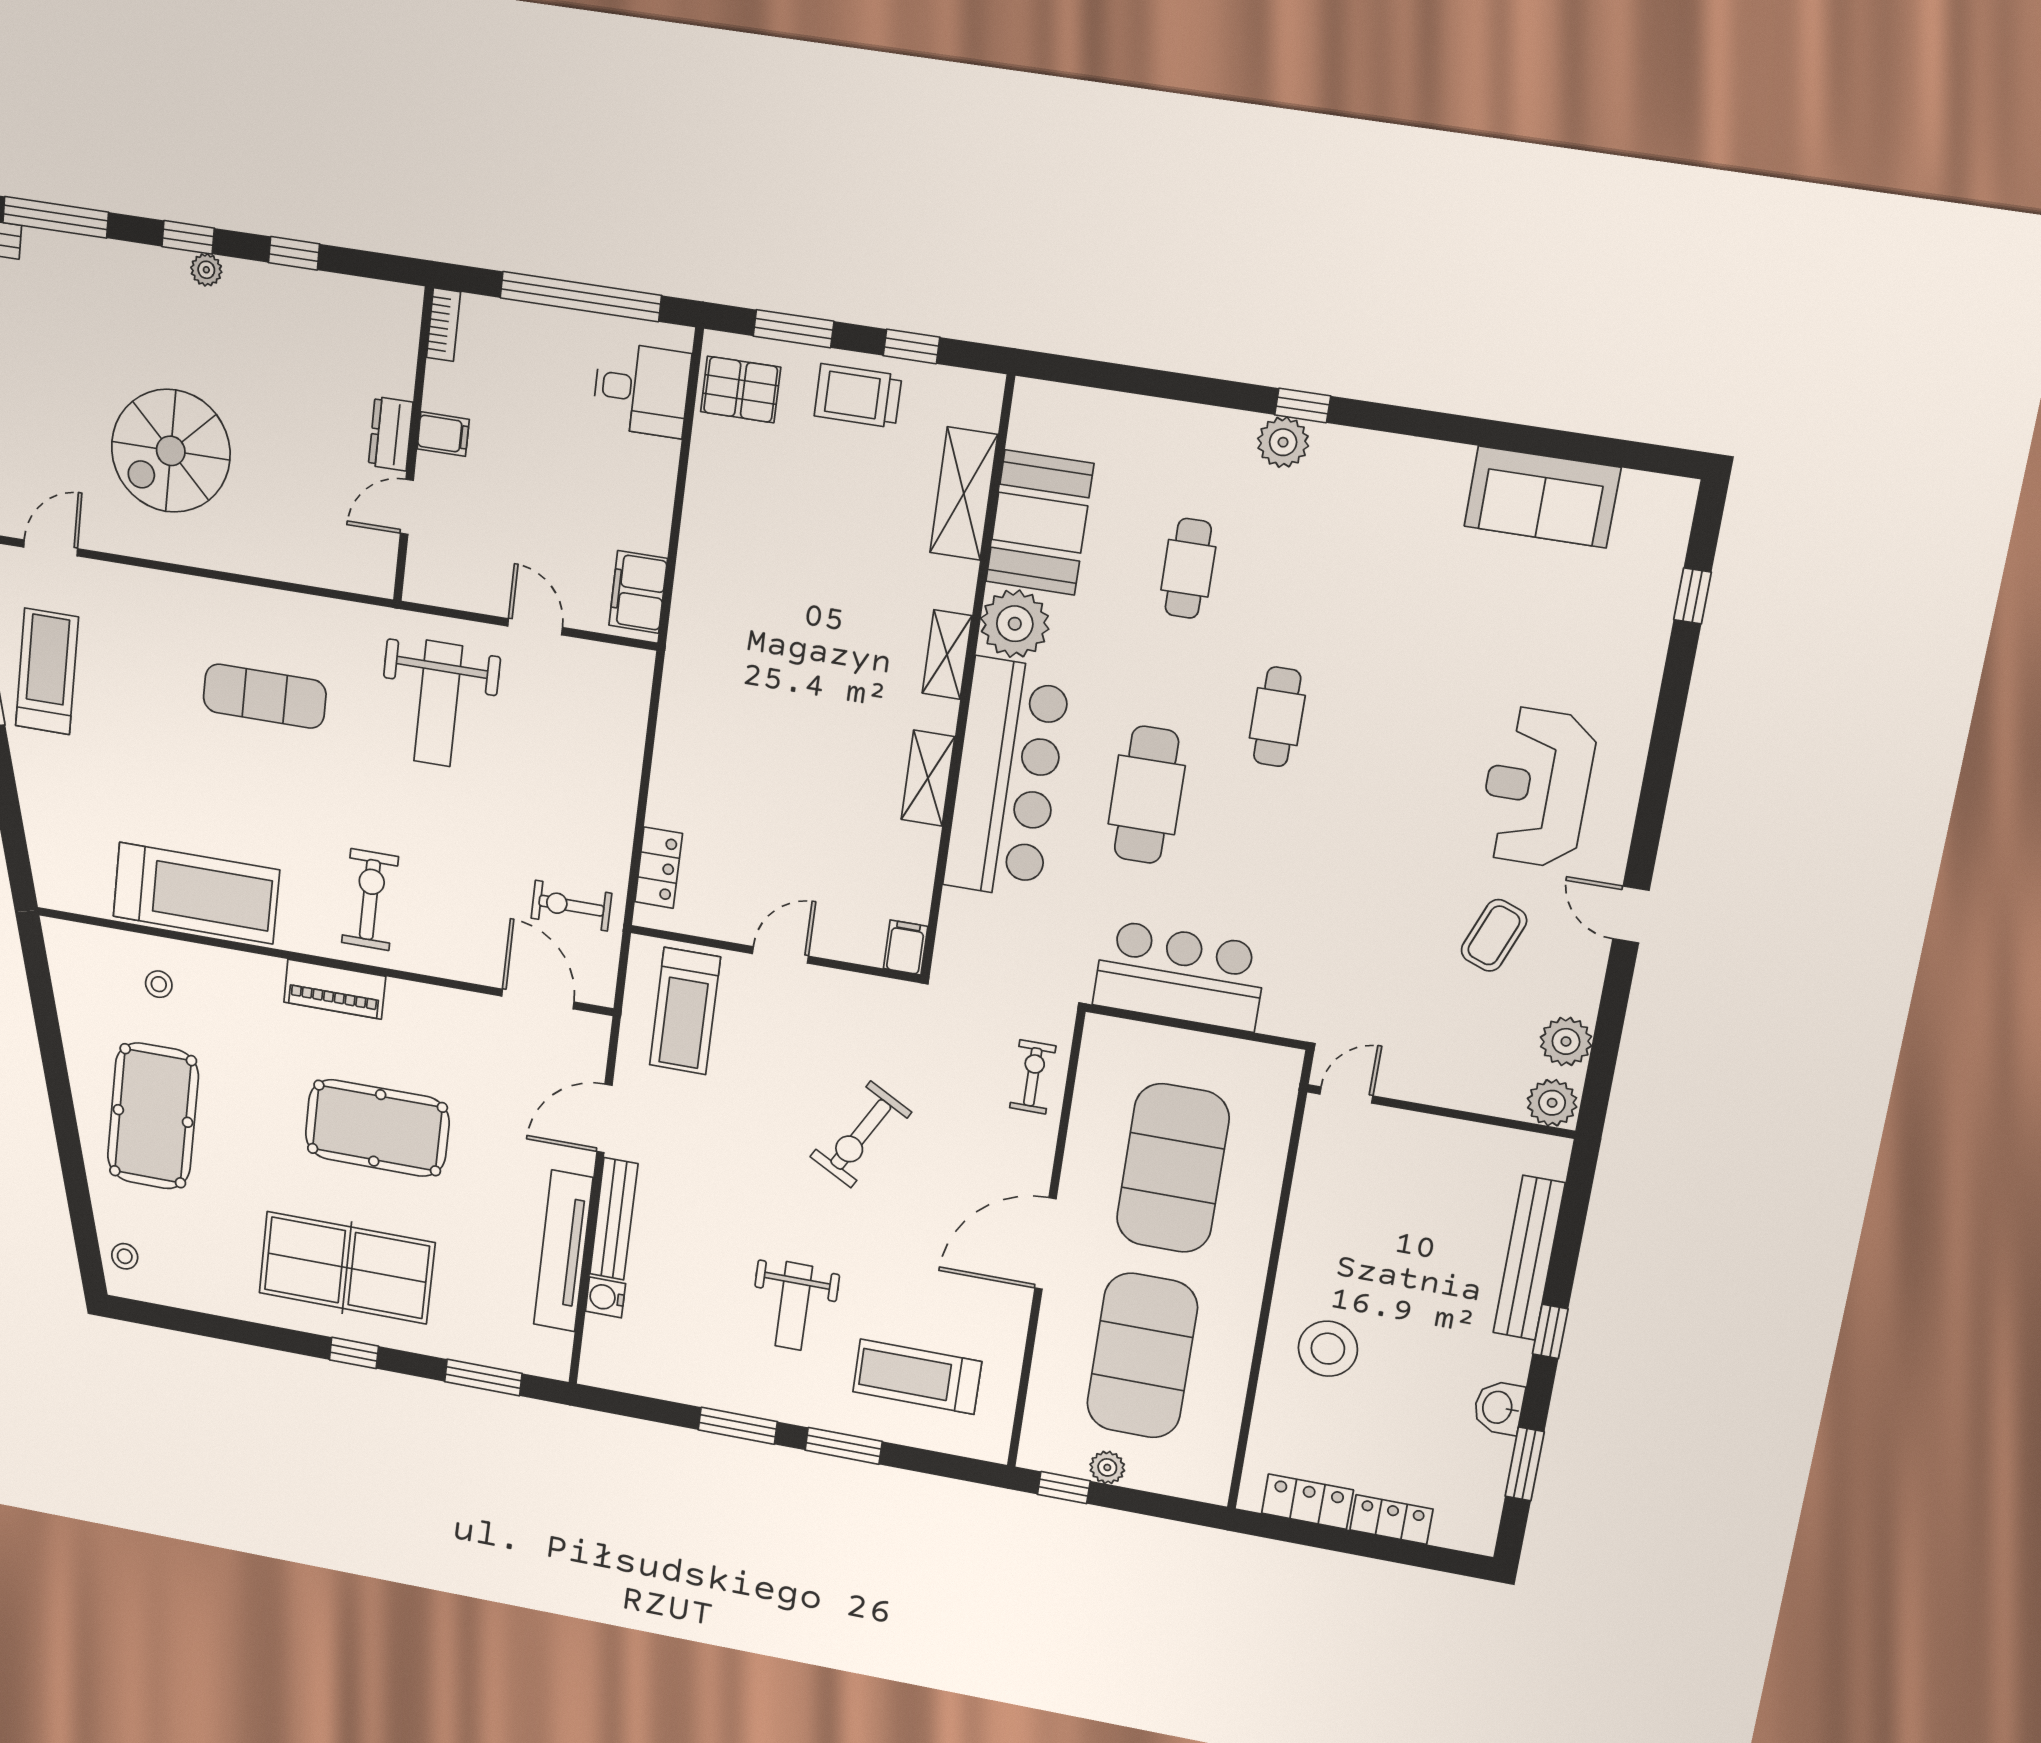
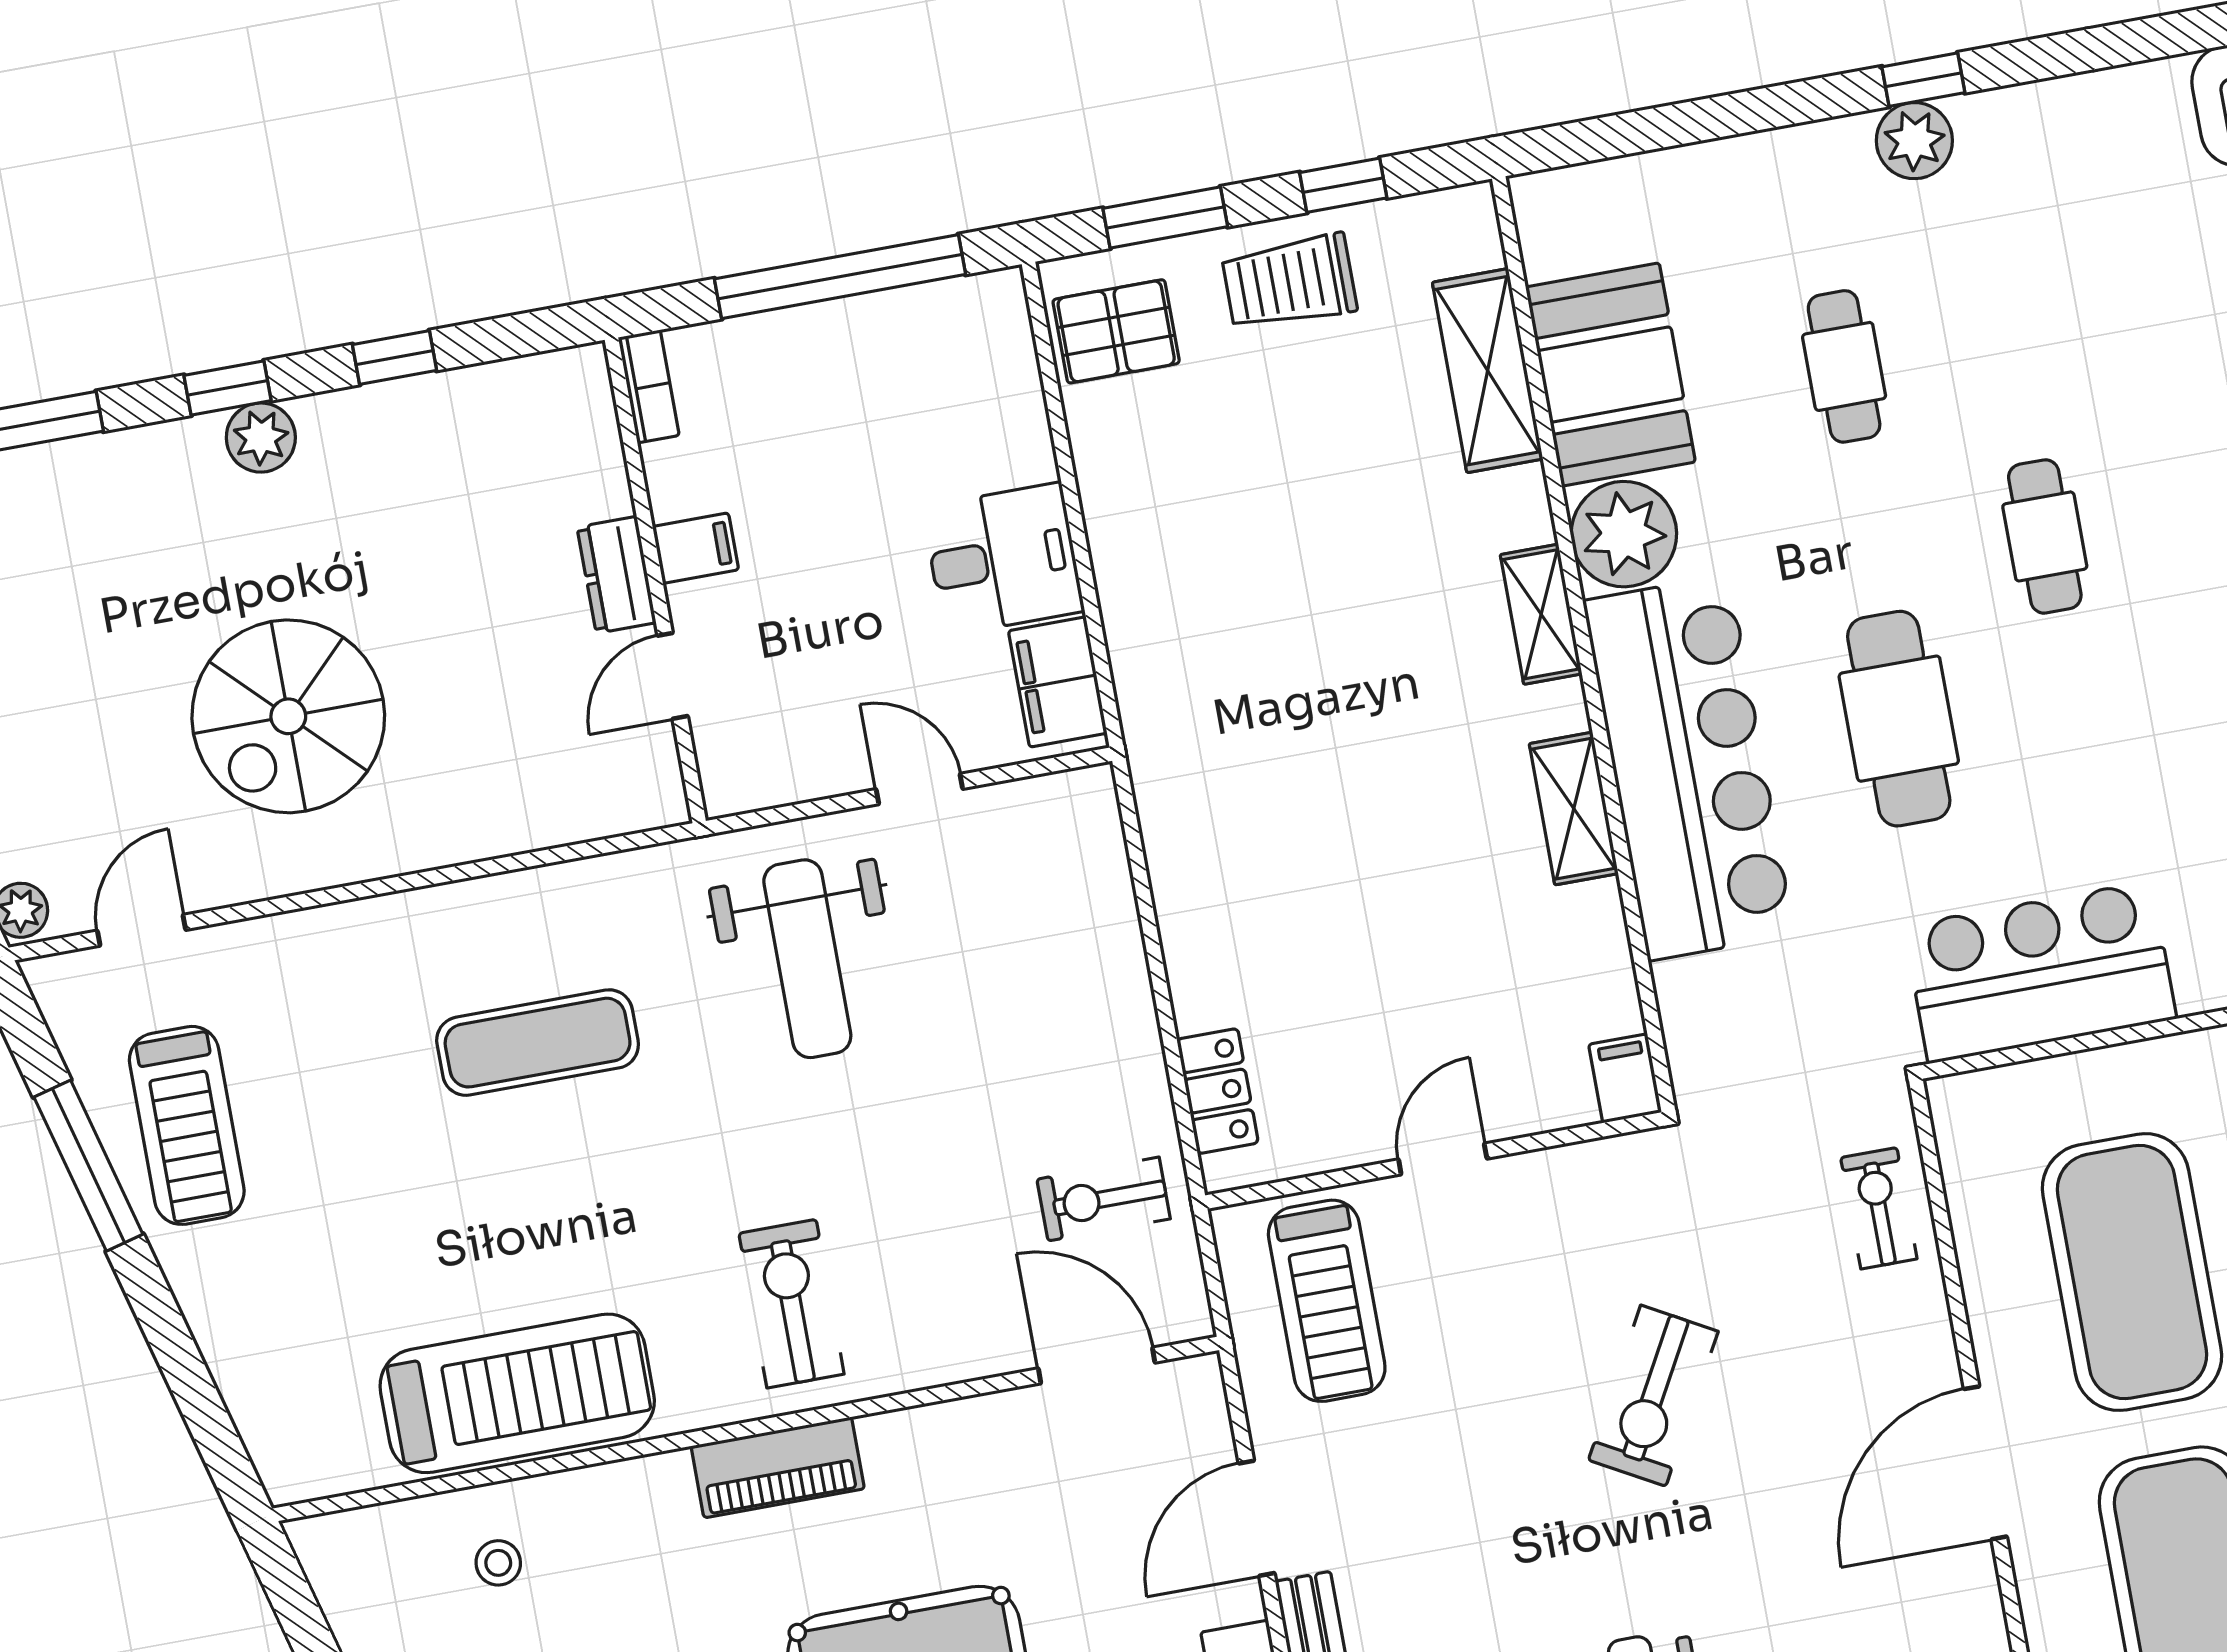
plant: (206, 270) -> (261, 438), width x1.38, depth x1.38
desk: (642, 389) -> (1003, 559), moved
treadmill: (47, 671) -> (187, 1125), turned 180

